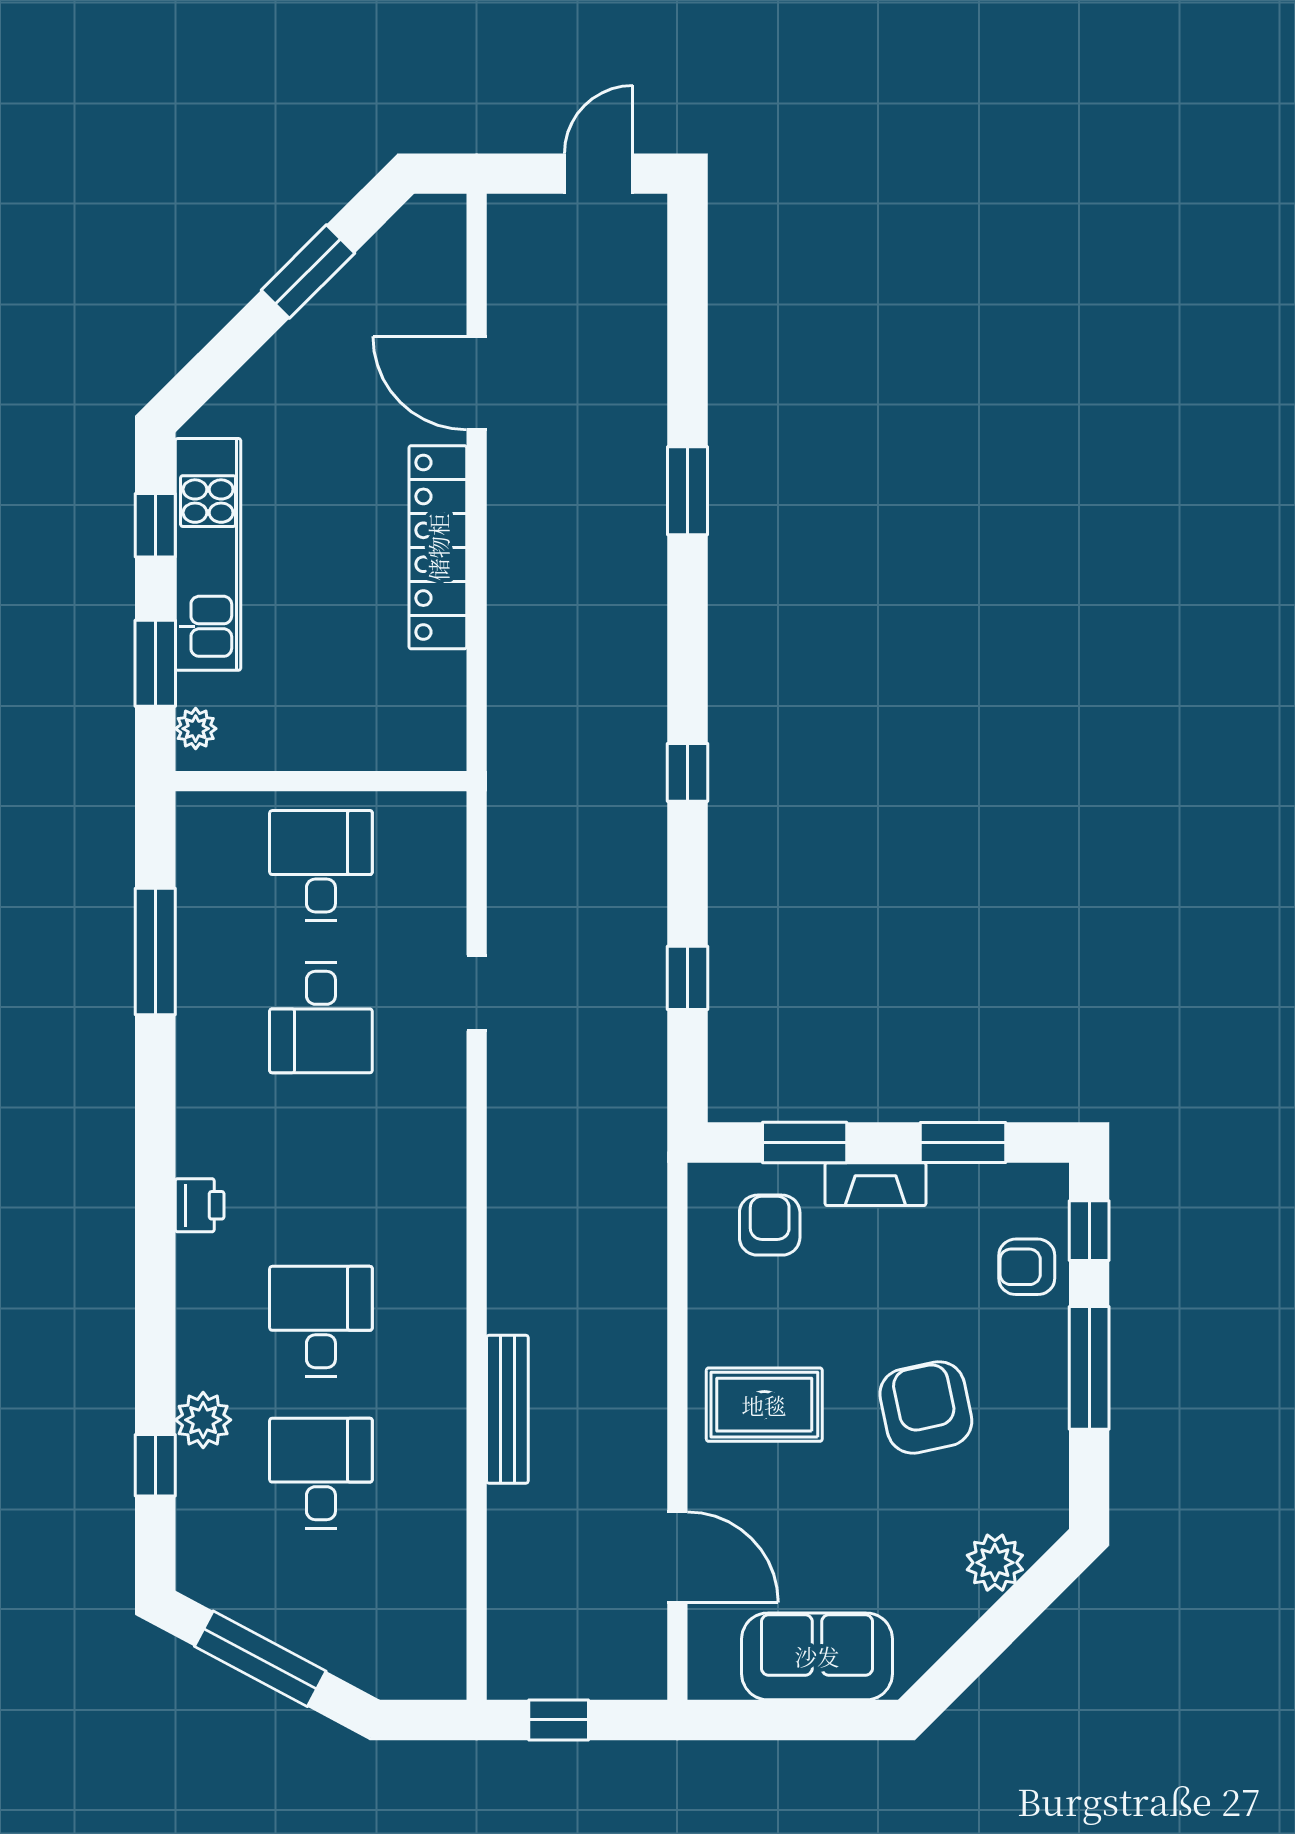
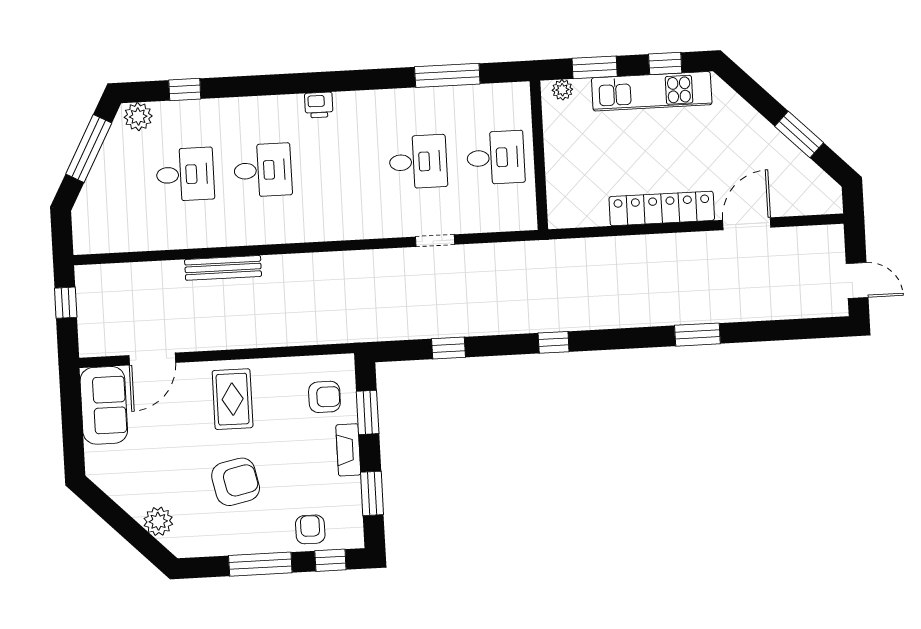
desk: (321, 1018) -> (418, 162), turned 180
plant: (203, 1420) -> (138, 117), moved
sofa: (817, 1656) -> (104, 405), moved

